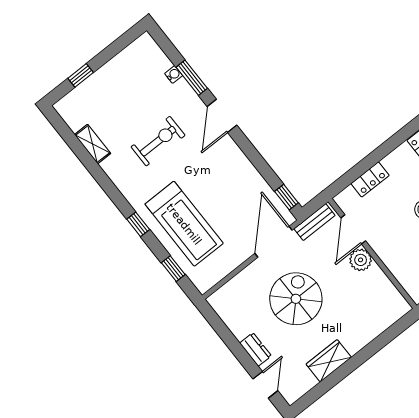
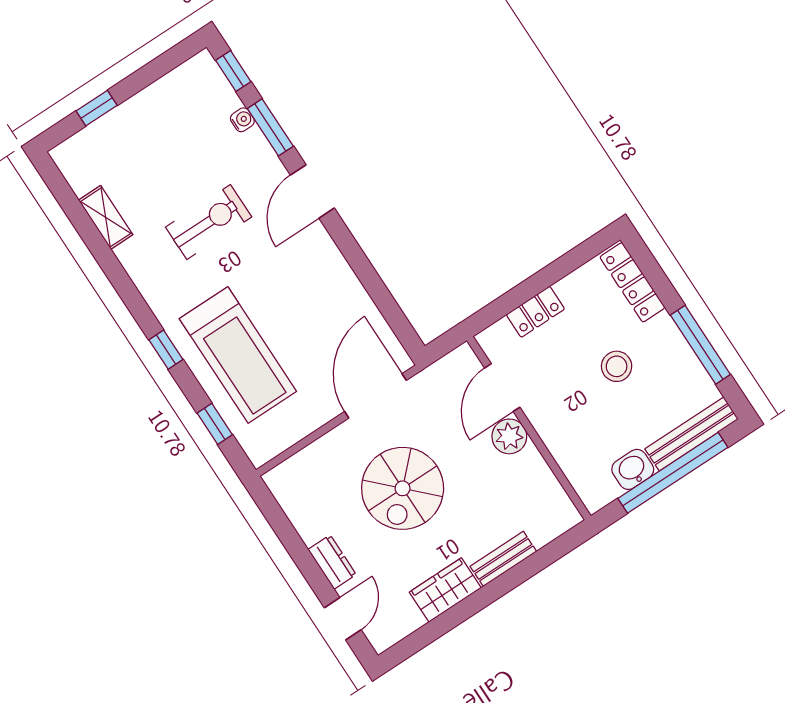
window: (286, 197) -> (233, 71), moved
bench: (314, 222) -> (503, 559), moved
spiral stairs: (296, 299) -> (403, 488), turned 180

